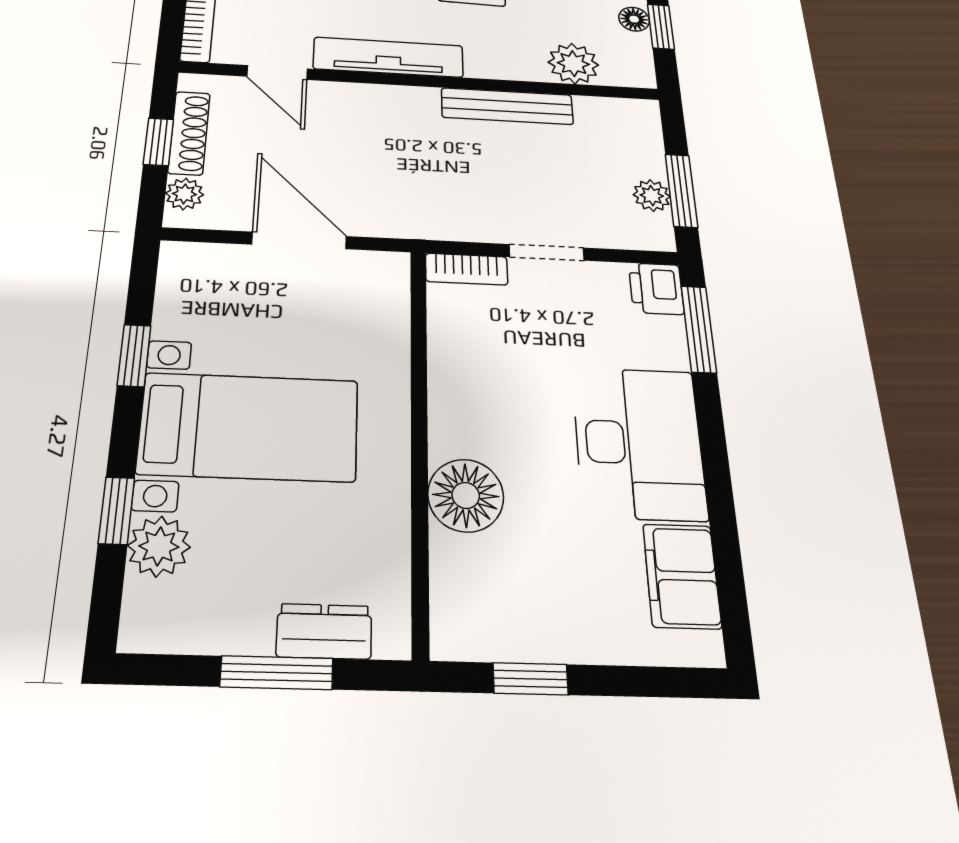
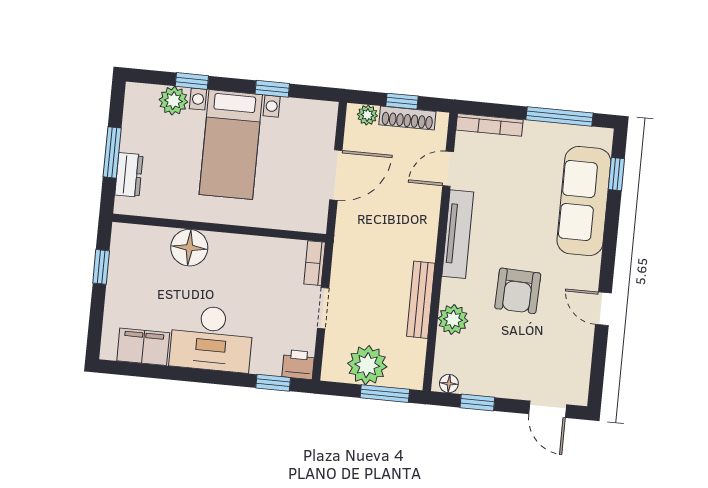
floor lamp: (634, 19) -> (449, 384), moved
plant: (573, 64) -> (453, 320), moved
window: (681, 191) -> (385, 394), moved
plant: (652, 196) -> (367, 365), width x1.87, depth x1.87
window: (699, 329) -> (273, 383), width x0.67

